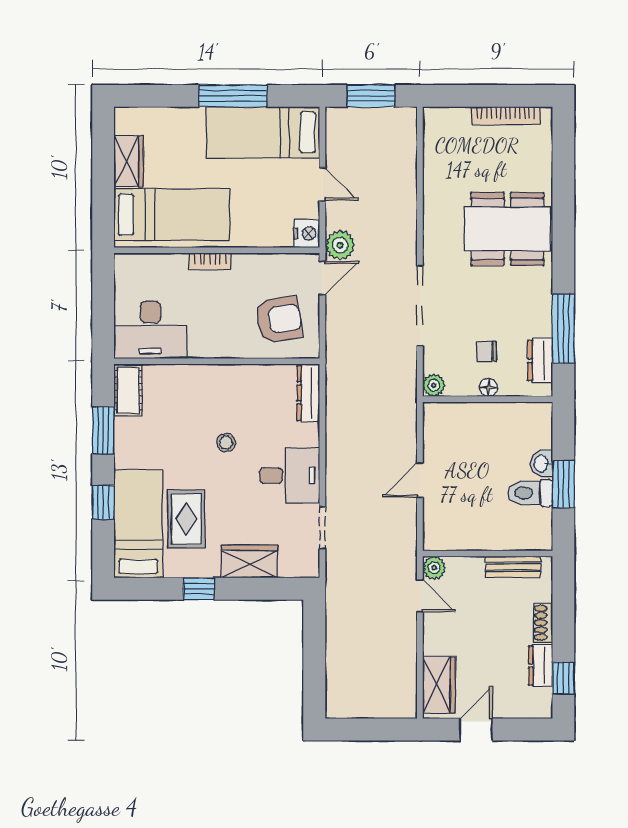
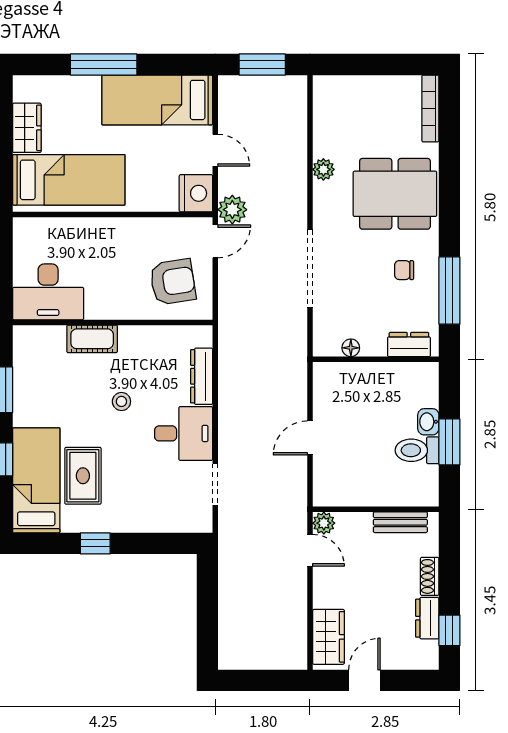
window: (233, 96) -> (104, 64), moved
bookcase: (506, 116) -> (430, 108), moved, turned 90
nightstand: (307, 234) -> (196, 193), width x1.36, depth x1.33
bookcase: (210, 261) -> (106, 225), removed
chair: (487, 351) -> (404, 270), moved
dresser: (540, 361) -> (409, 345), moved, turned 90
plant: (434, 385) -> (323, 169), moved
floor lamp: (488, 387) -> (351, 348), moved
cot: (128, 390) -> (92, 339), moved, turned 90
dresser: (308, 393) -> (202, 376), moved
wardrobe: (250, 562) -> (144, 517), removed

